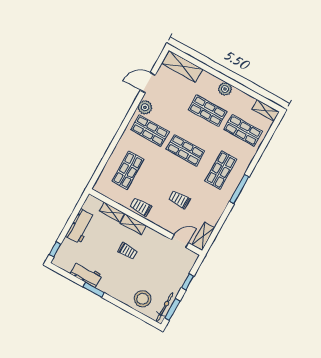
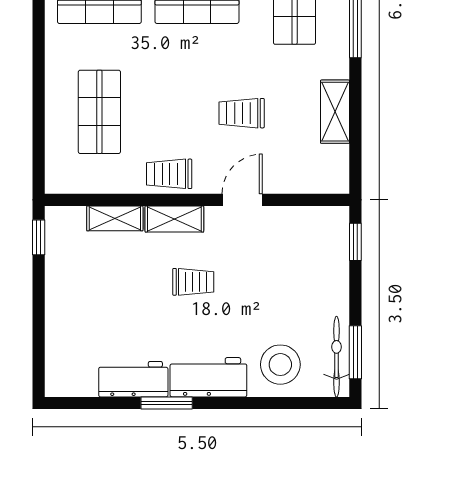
workbench: (80, 226) -> (208, 377), moved, turned -90
shelving: (203, 236) -> (335, 112), moved
door: (180, 241) -> (242, 200), moved
window: (55, 249) -> (39, 237), moved
window: (188, 282) -> (355, 242), moved

